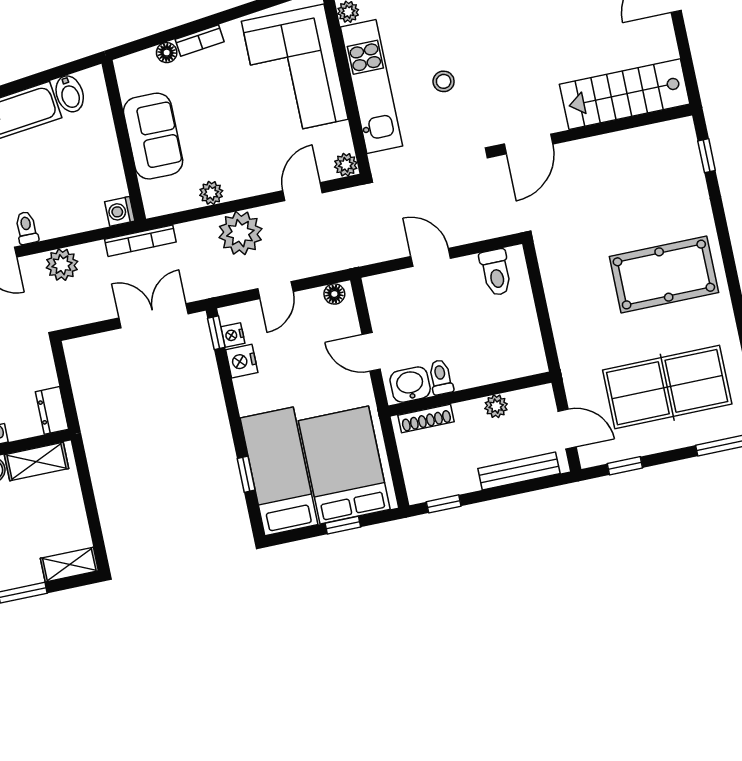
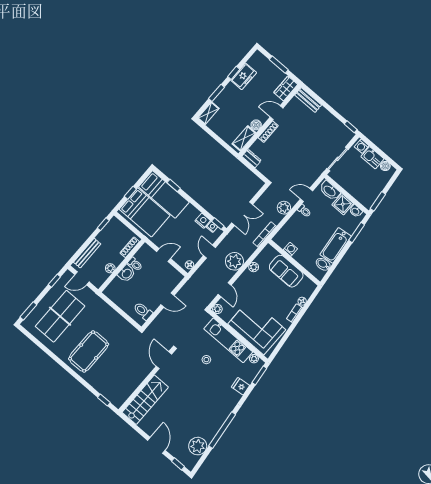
washing machine: (120, 211) -> (290, 249), moved
washbasin: (410, 385) -> (126, 273), moved

